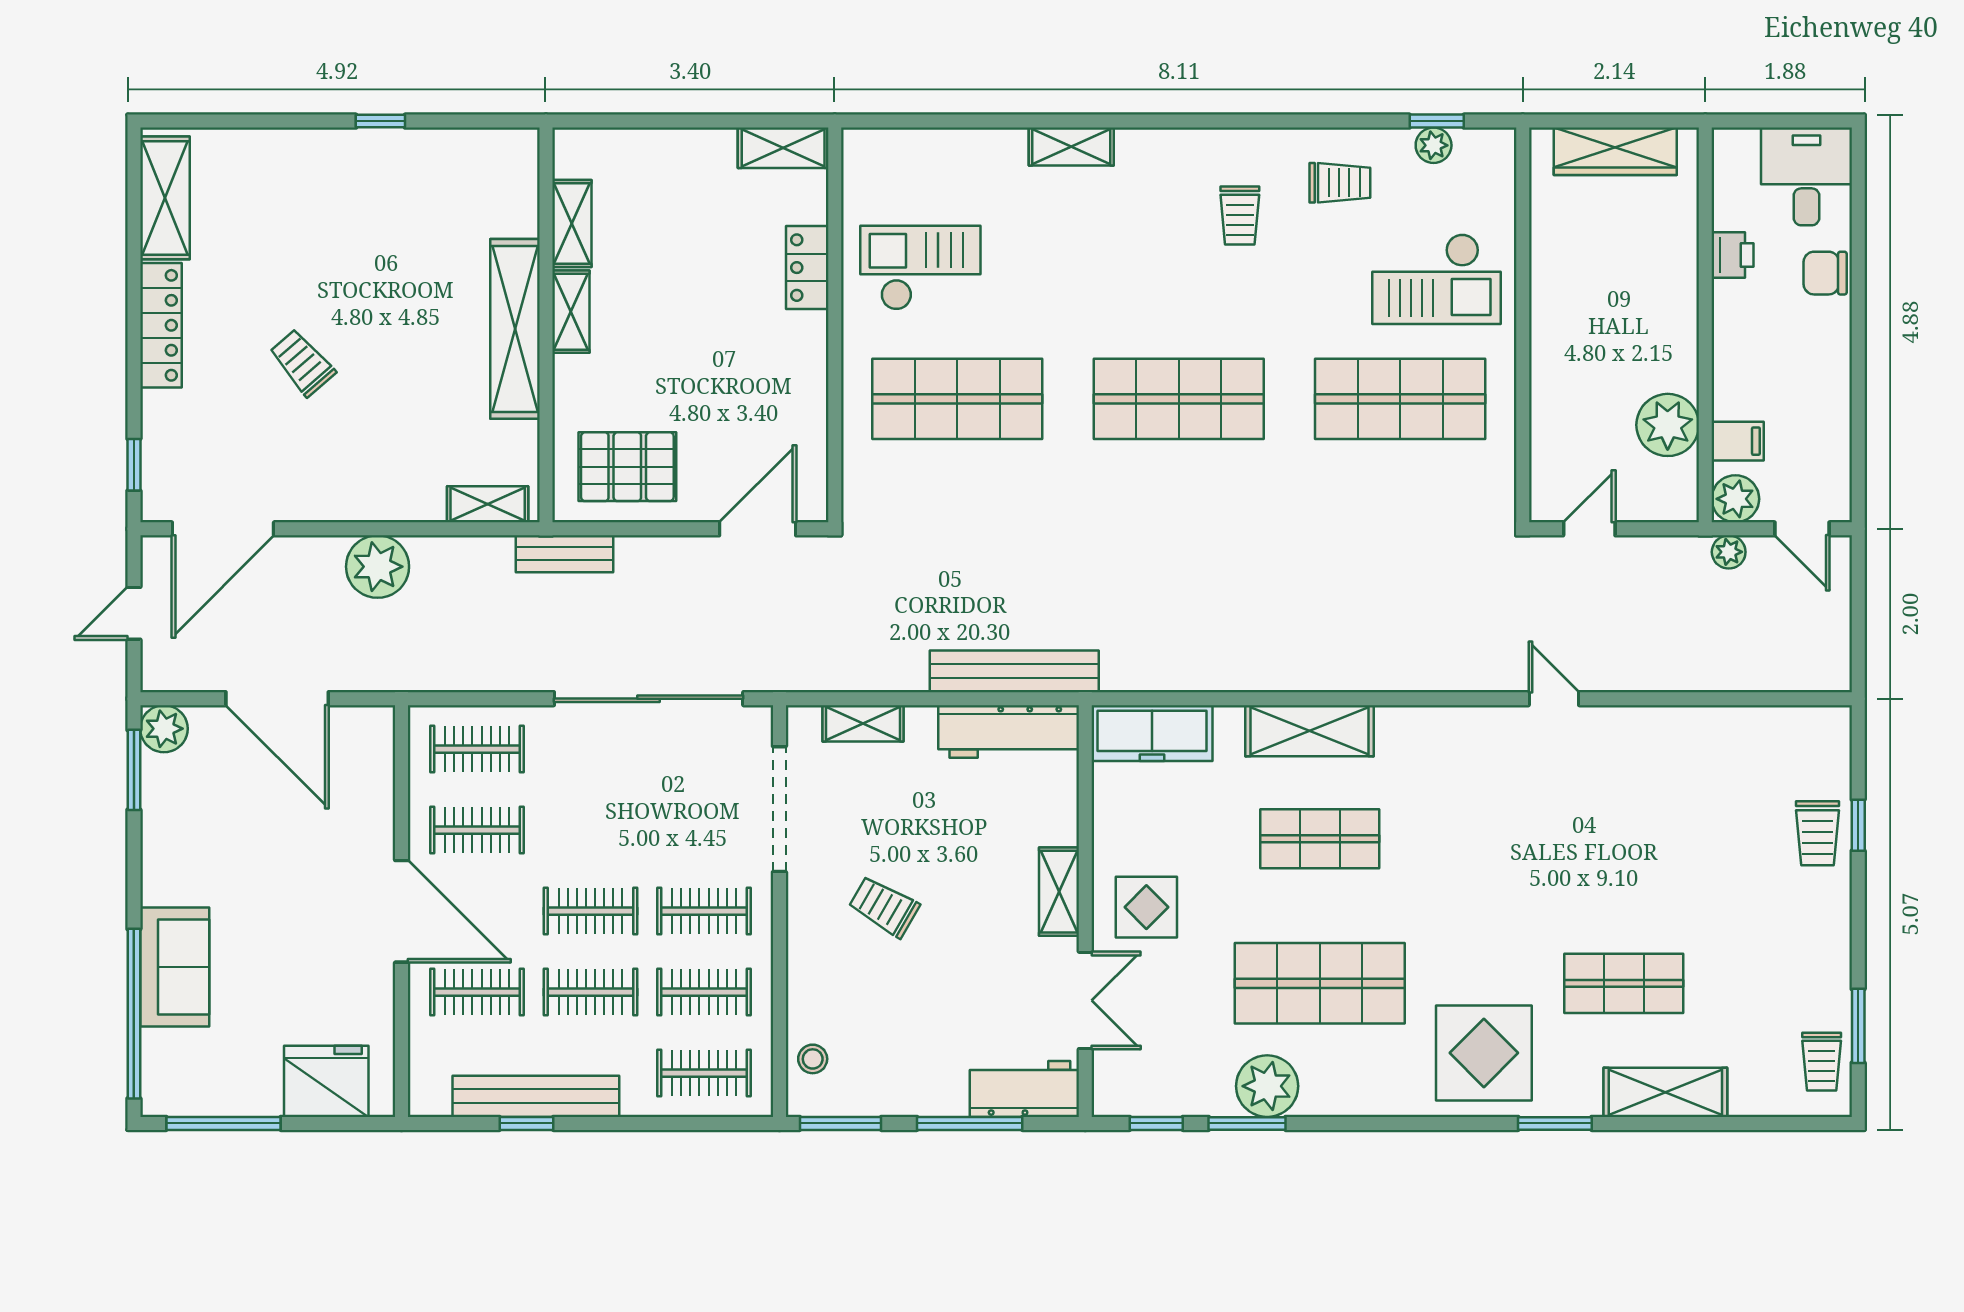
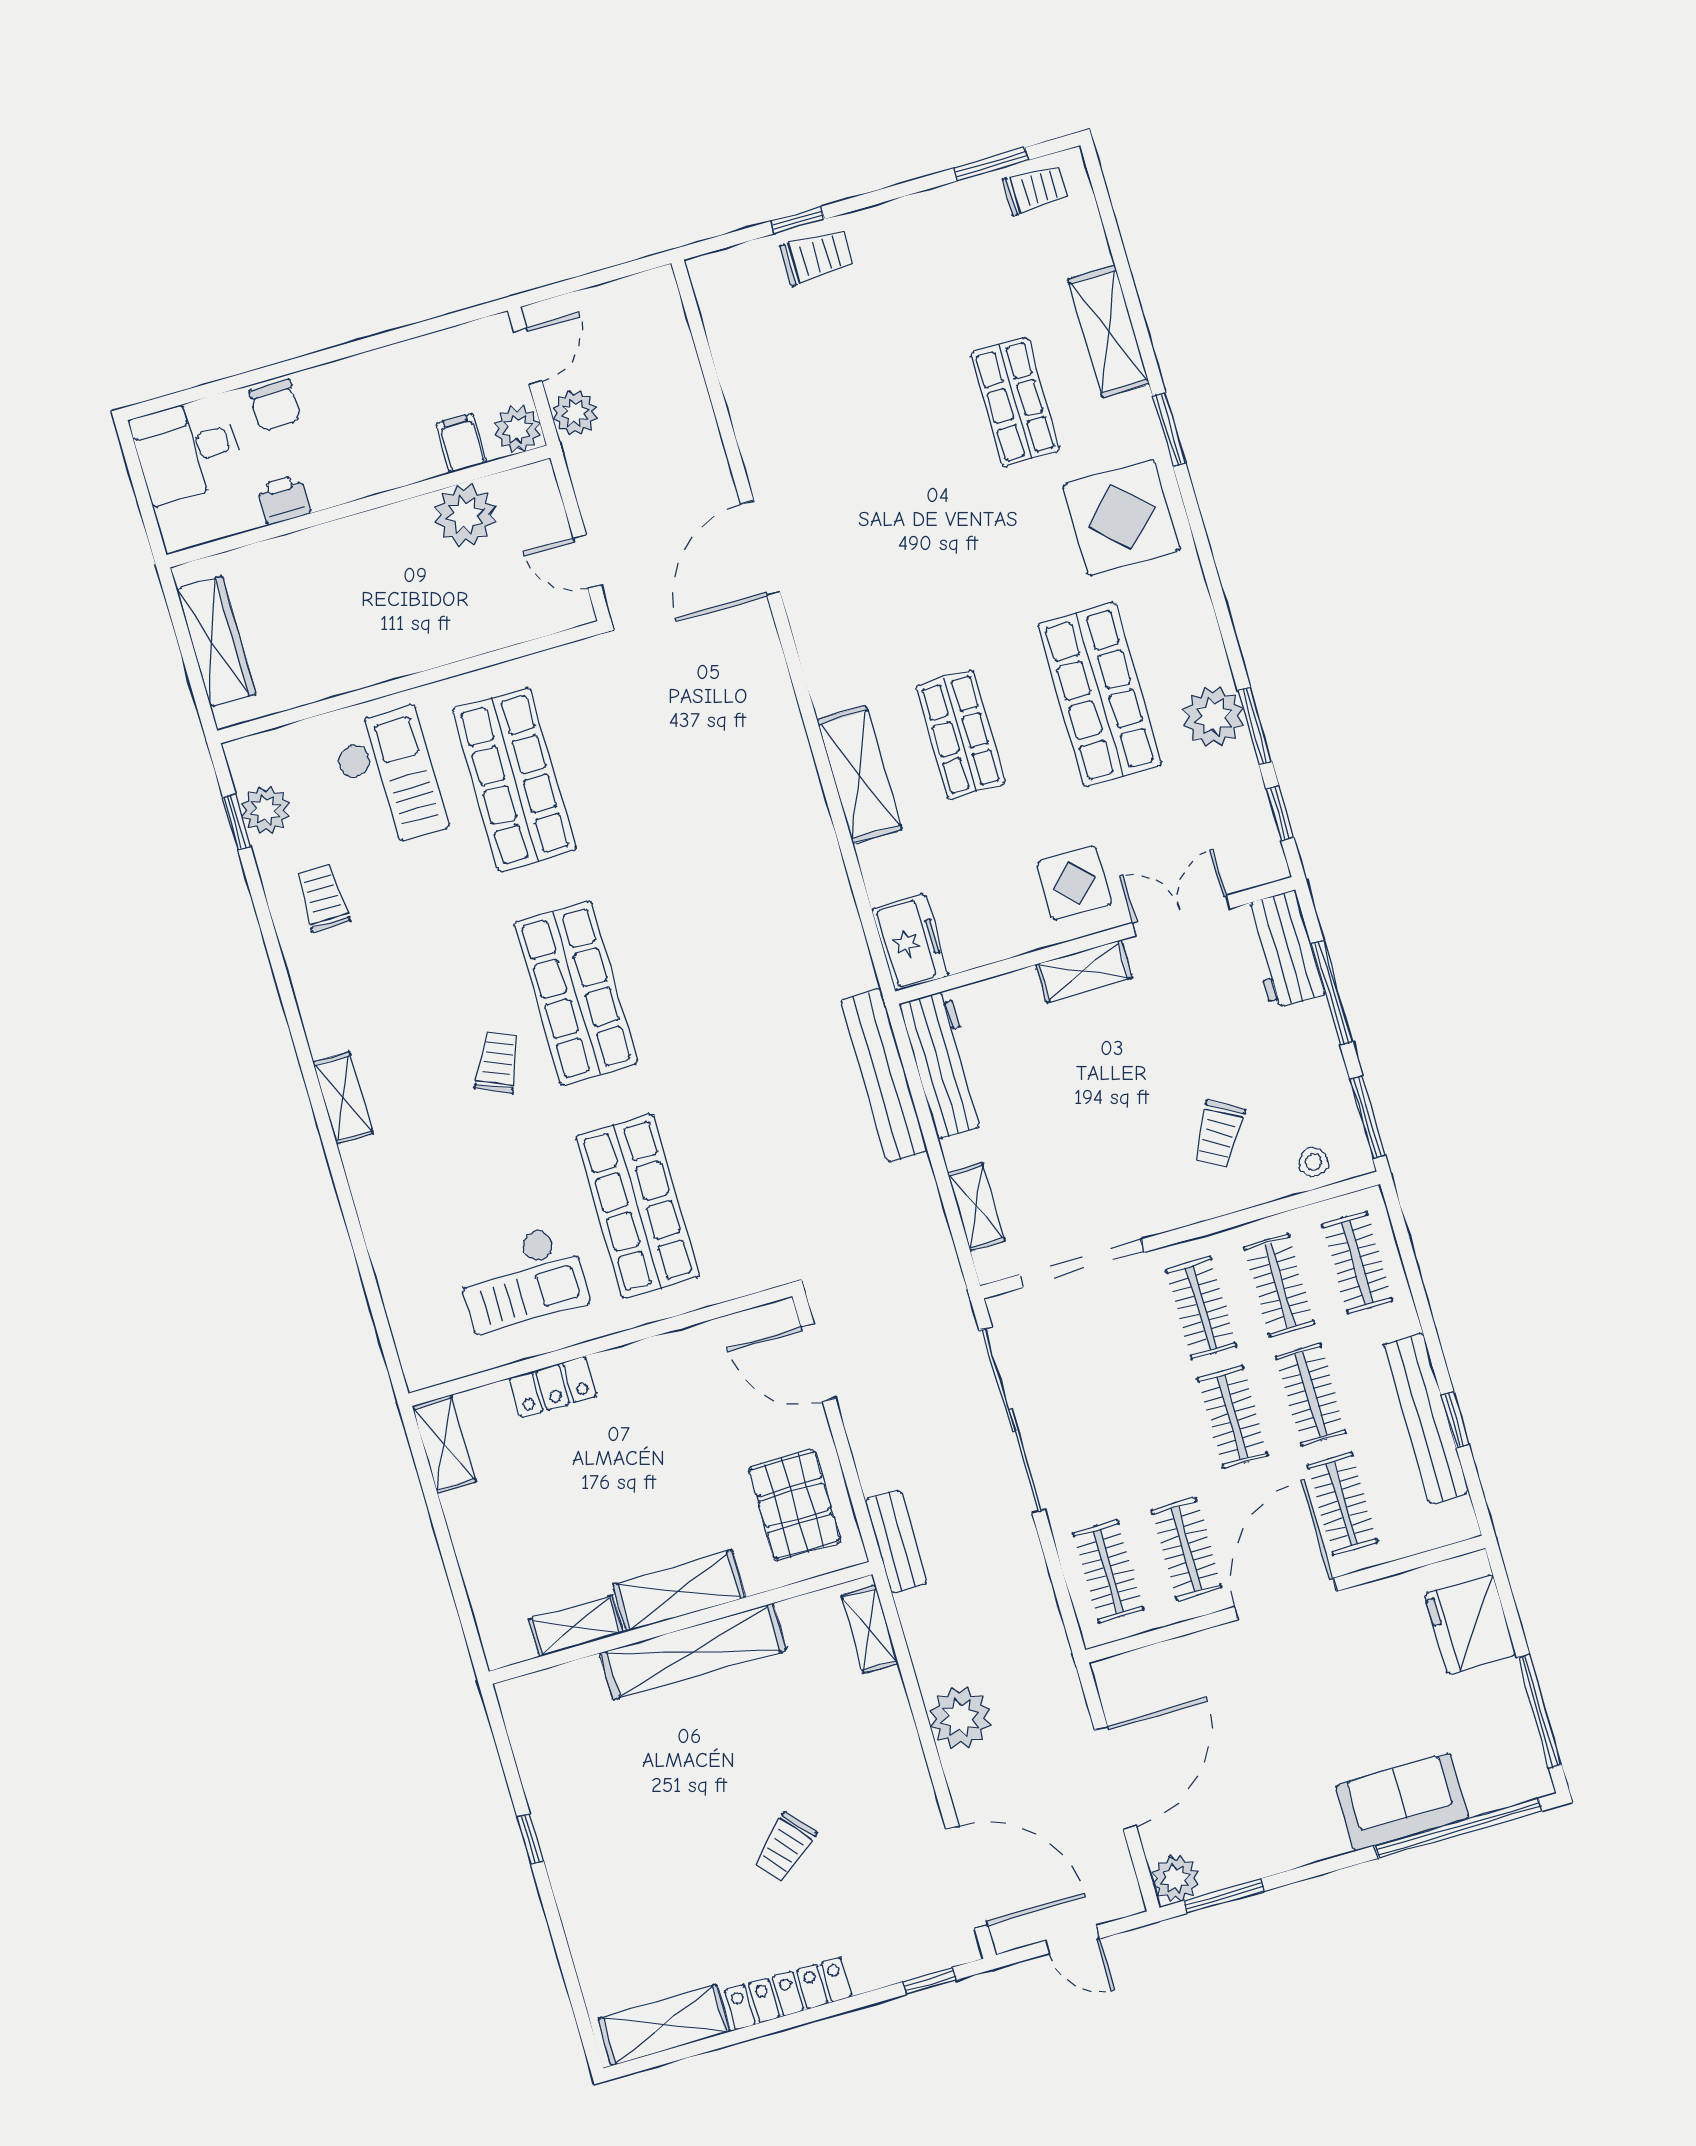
plant: (1434, 145) -> (265, 810), width x1.38, depth x1.38
shelving: (1071, 147) -> (343, 1098), moved
trolley: (1240, 216) -> (498, 1062), moved, turned -66
checkout: (920, 268) -> (521, 1278), turned -90
shelving: (571, 312) -> (679, 1591), width x1.50, depth x1.33
plant: (1729, 552) -> (575, 413), width x1.38, depth x1.38
door: (1554, 699) -> (760, 548), width x1.87
freezer: (1152, 733) -> (910, 942), width x0.71
trolley: (884, 907) -> (1219, 1134), moved

